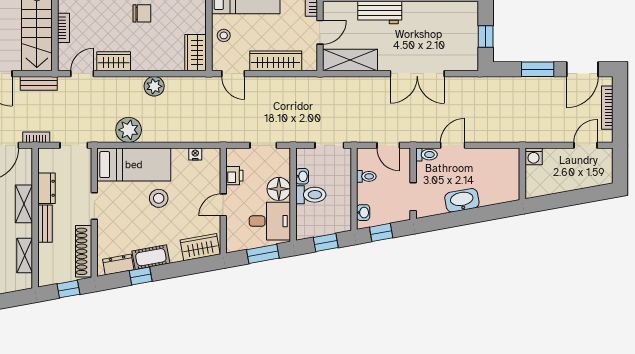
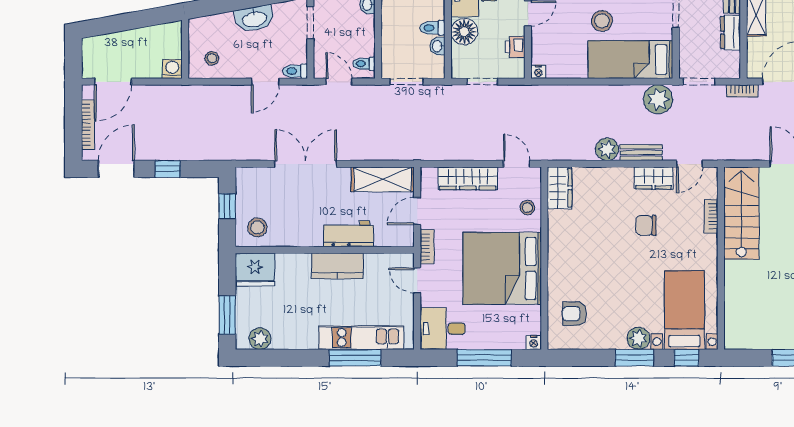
chair: (142, 13) -> (646, 225), moved
stool: (459, 18) -> (257, 227), added
window: (538, 69) -> (168, 169), width x0.67
bench: (39, 83) -> (641, 153), moved
plant: (129, 130) -> (658, 99), moved
door: (585, 145) -> (113, 82), width x1.38
nightstand: (195, 154) -> (538, 72), moved
stool: (499, 166) -> (212, 58), added
toilet: (366, 176) -> (364, 64), moved
toilet: (311, 195) -> (432, 28), width x0.73, depth x0.72

